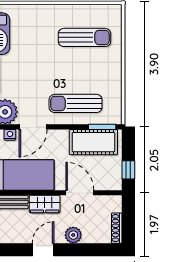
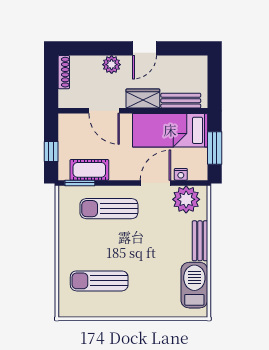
sun lounger: (76, 103) -> (109, 209), turned 180
cot: (93, 142) -> (89, 170), width x0.73, depth x0.75
window: (128, 170) -> (51, 151), moved

